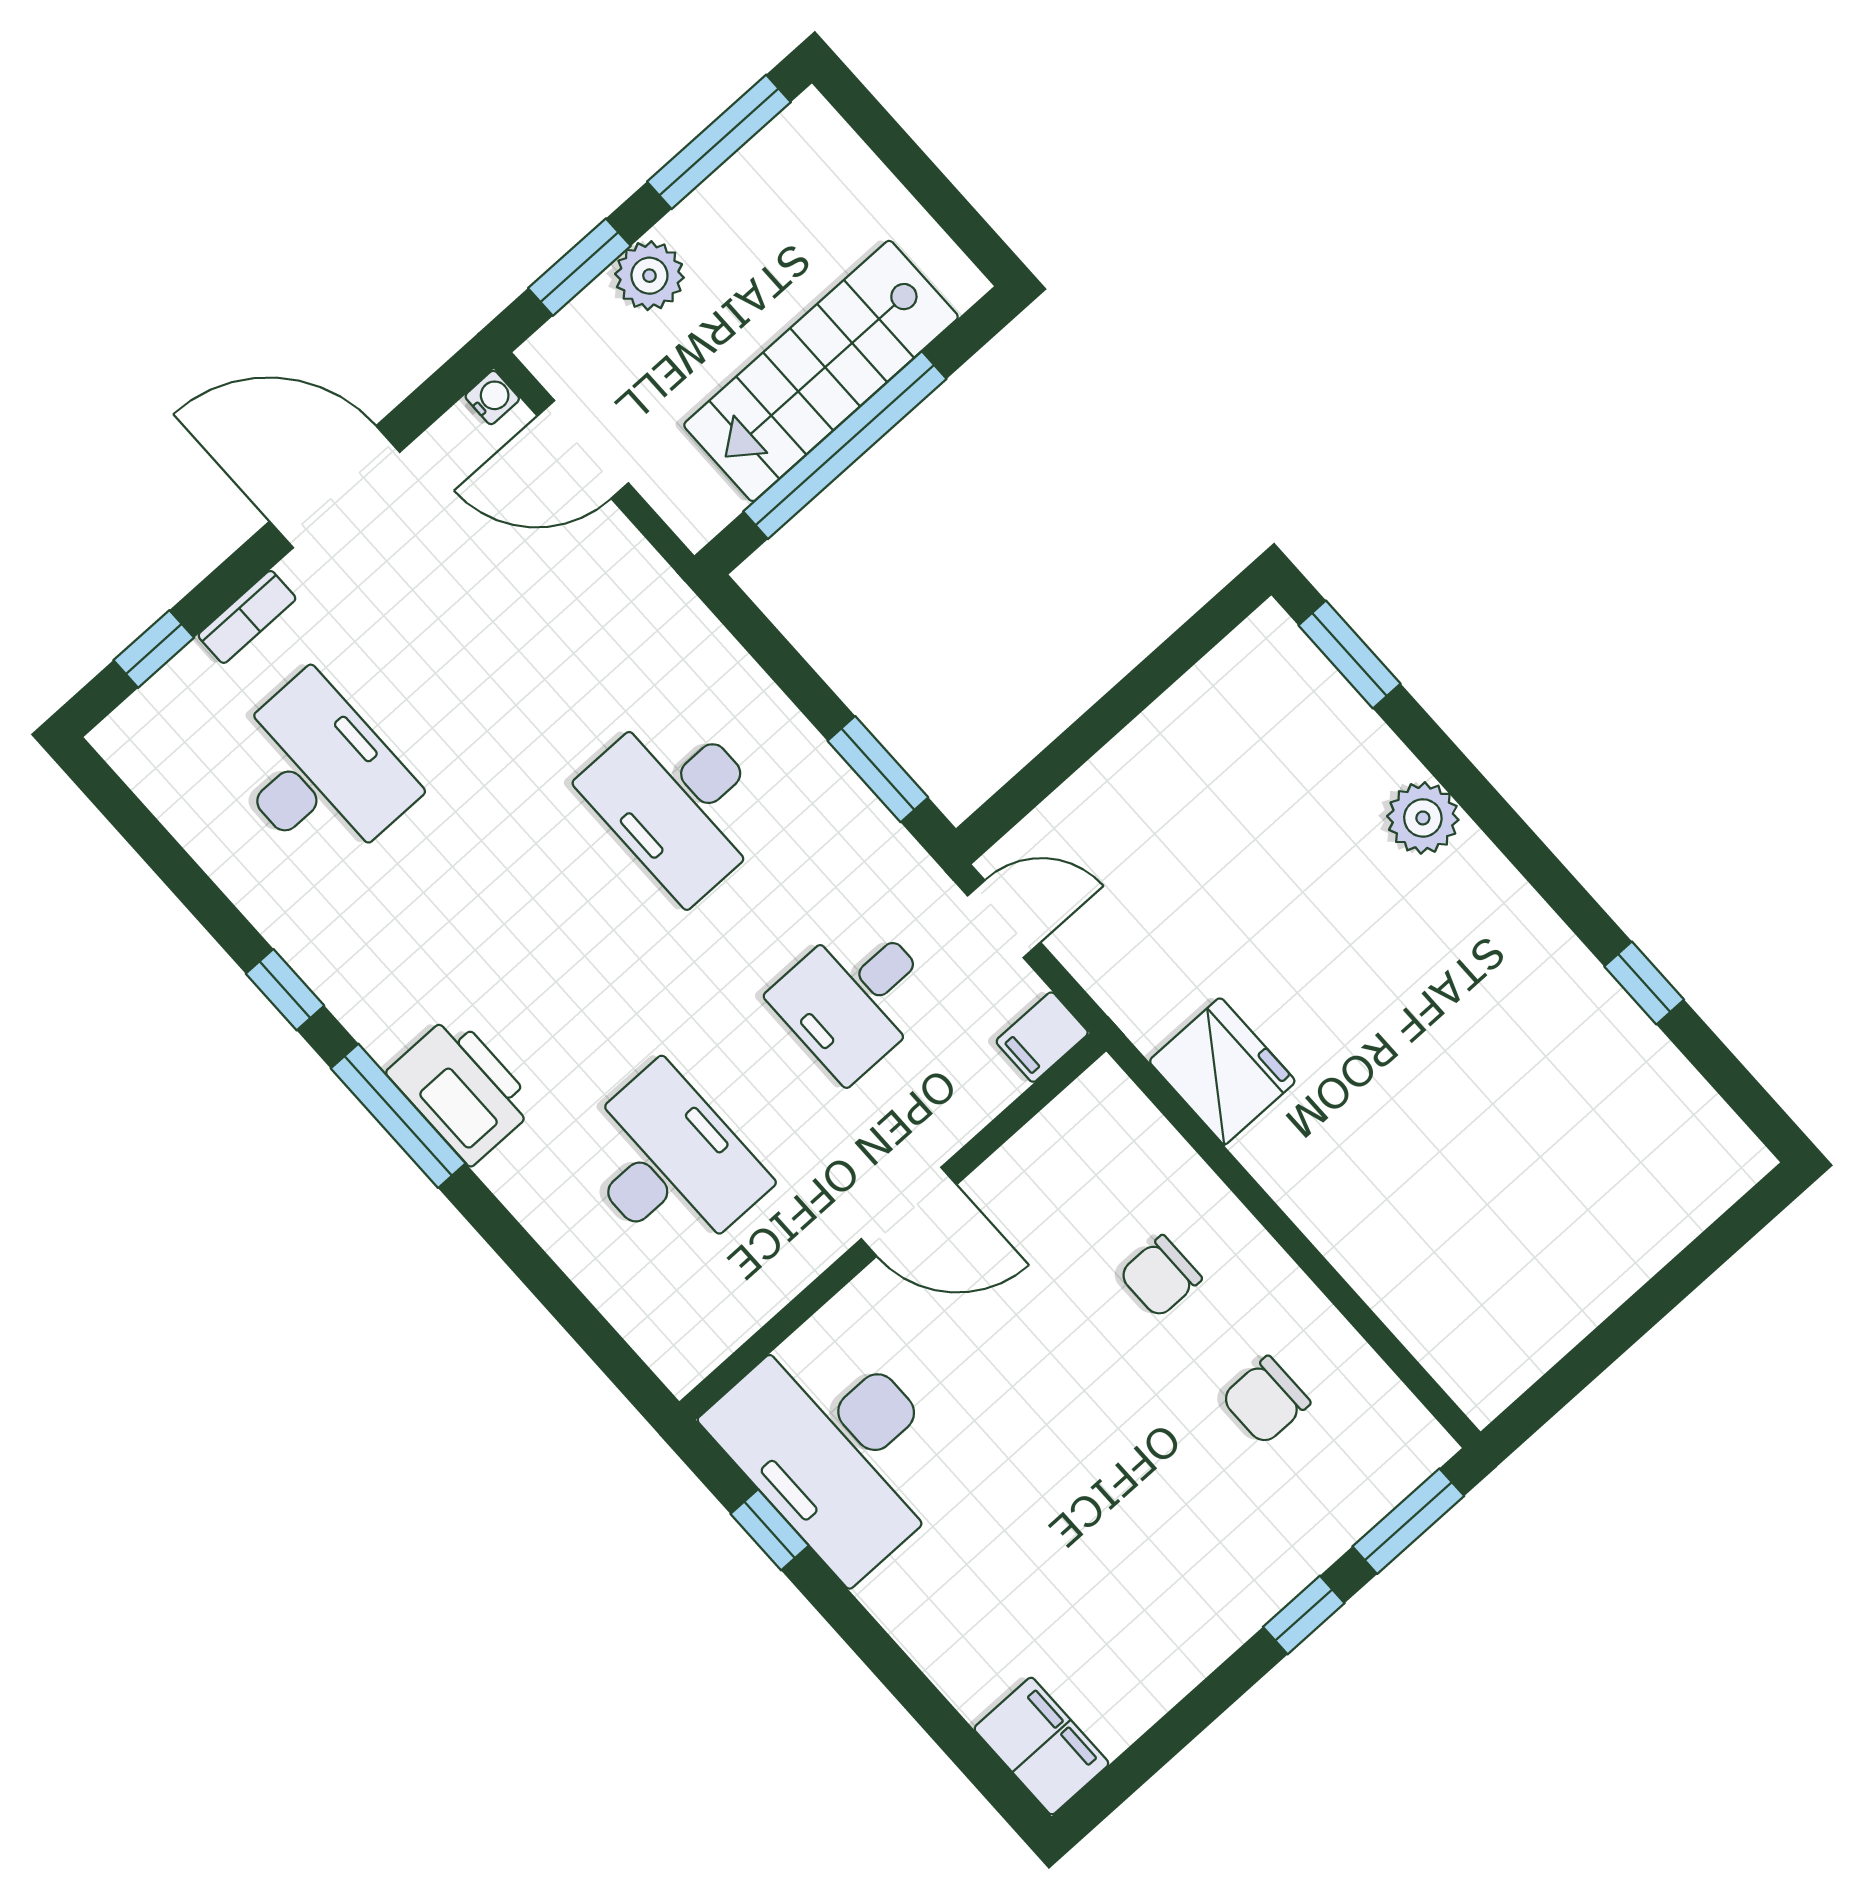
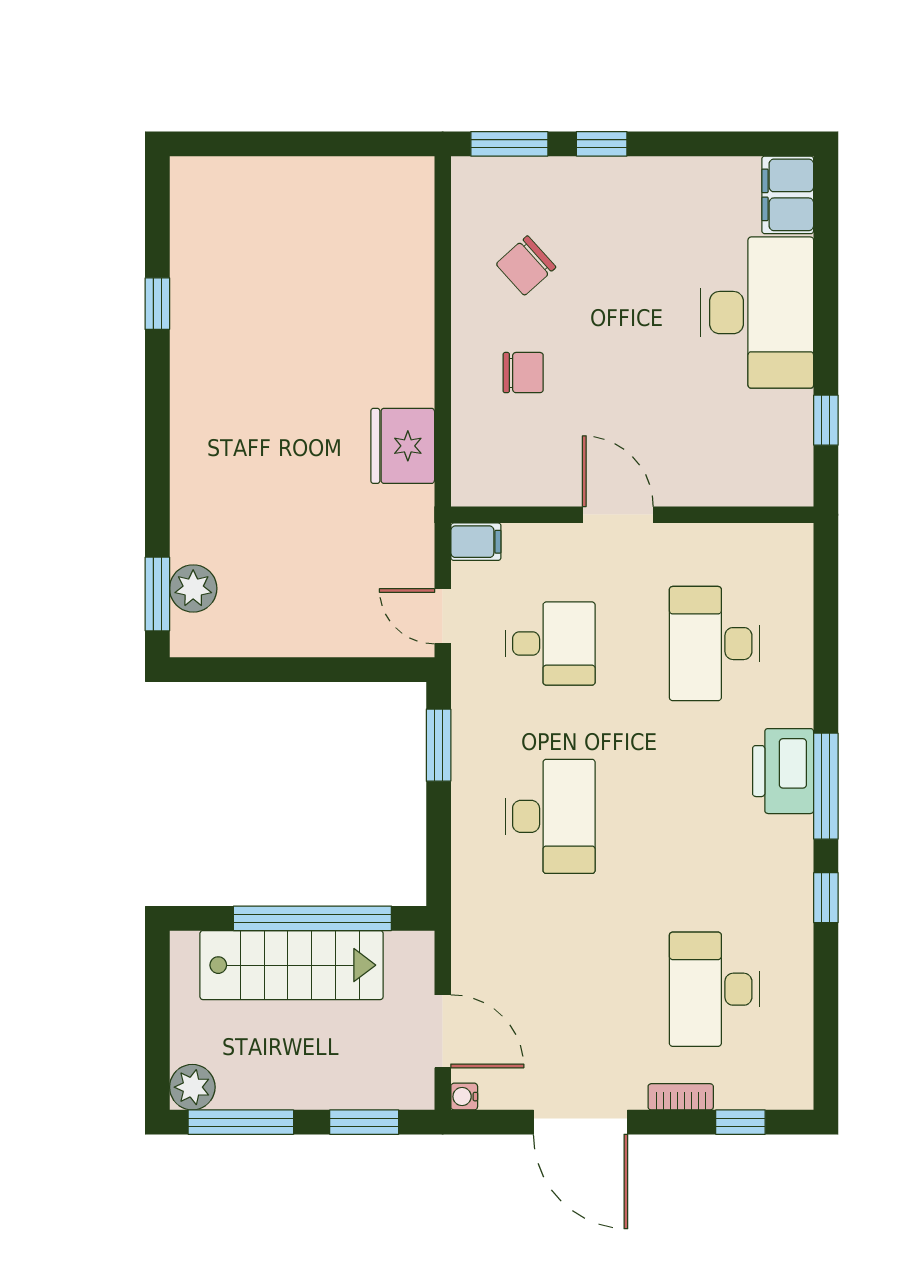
plant: (649, 276) -> (192, 1087), moved
plant: (1423, 818) -> (193, 588), moved
chair: (1266, 1400) -> (526, 266), turned 138
desk: (836, 1448) -> (757, 313), moved

